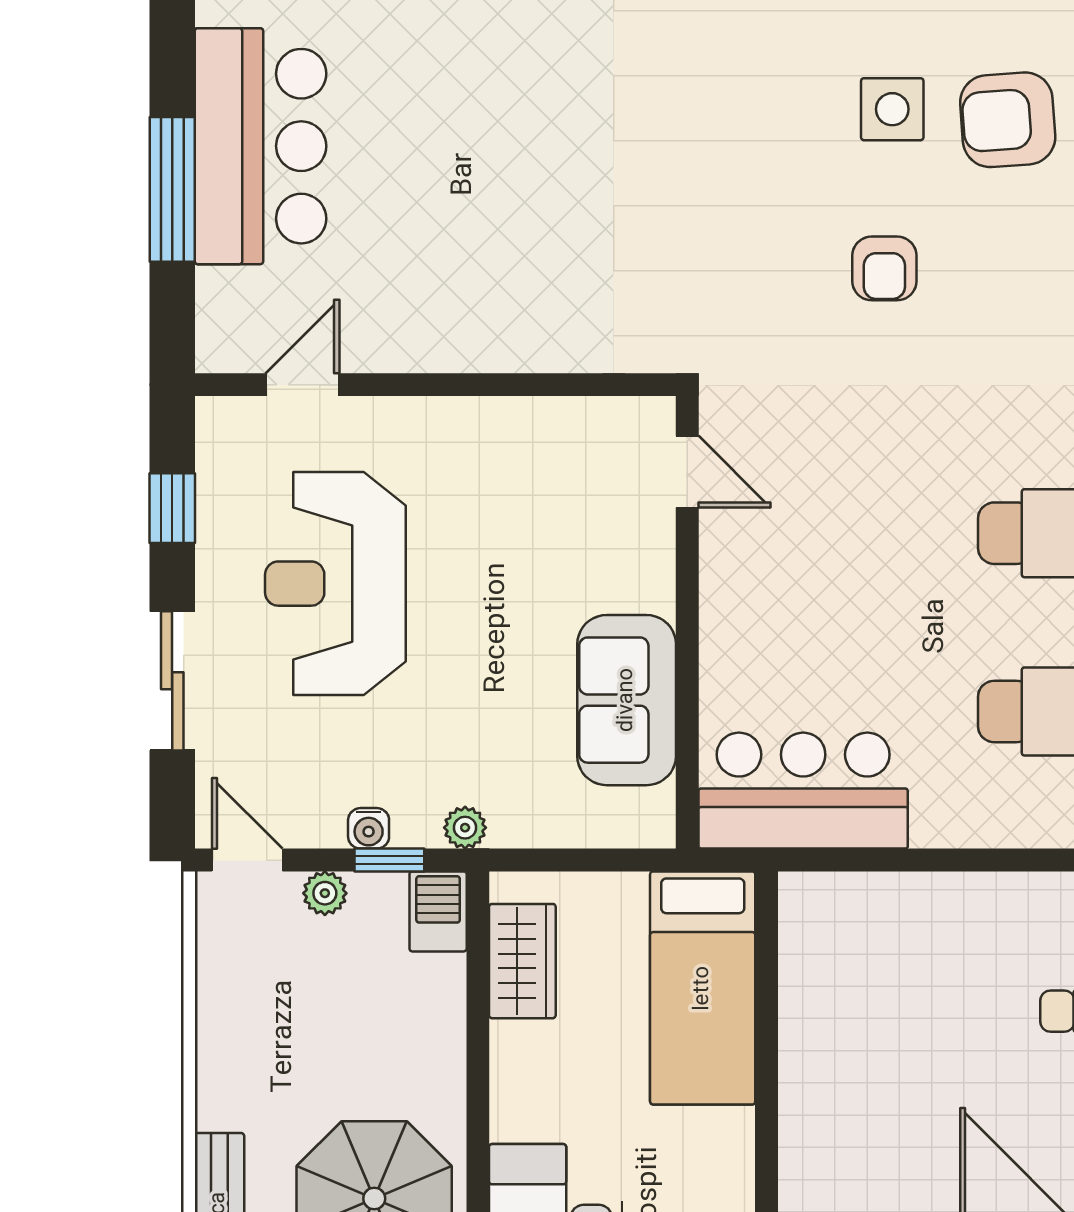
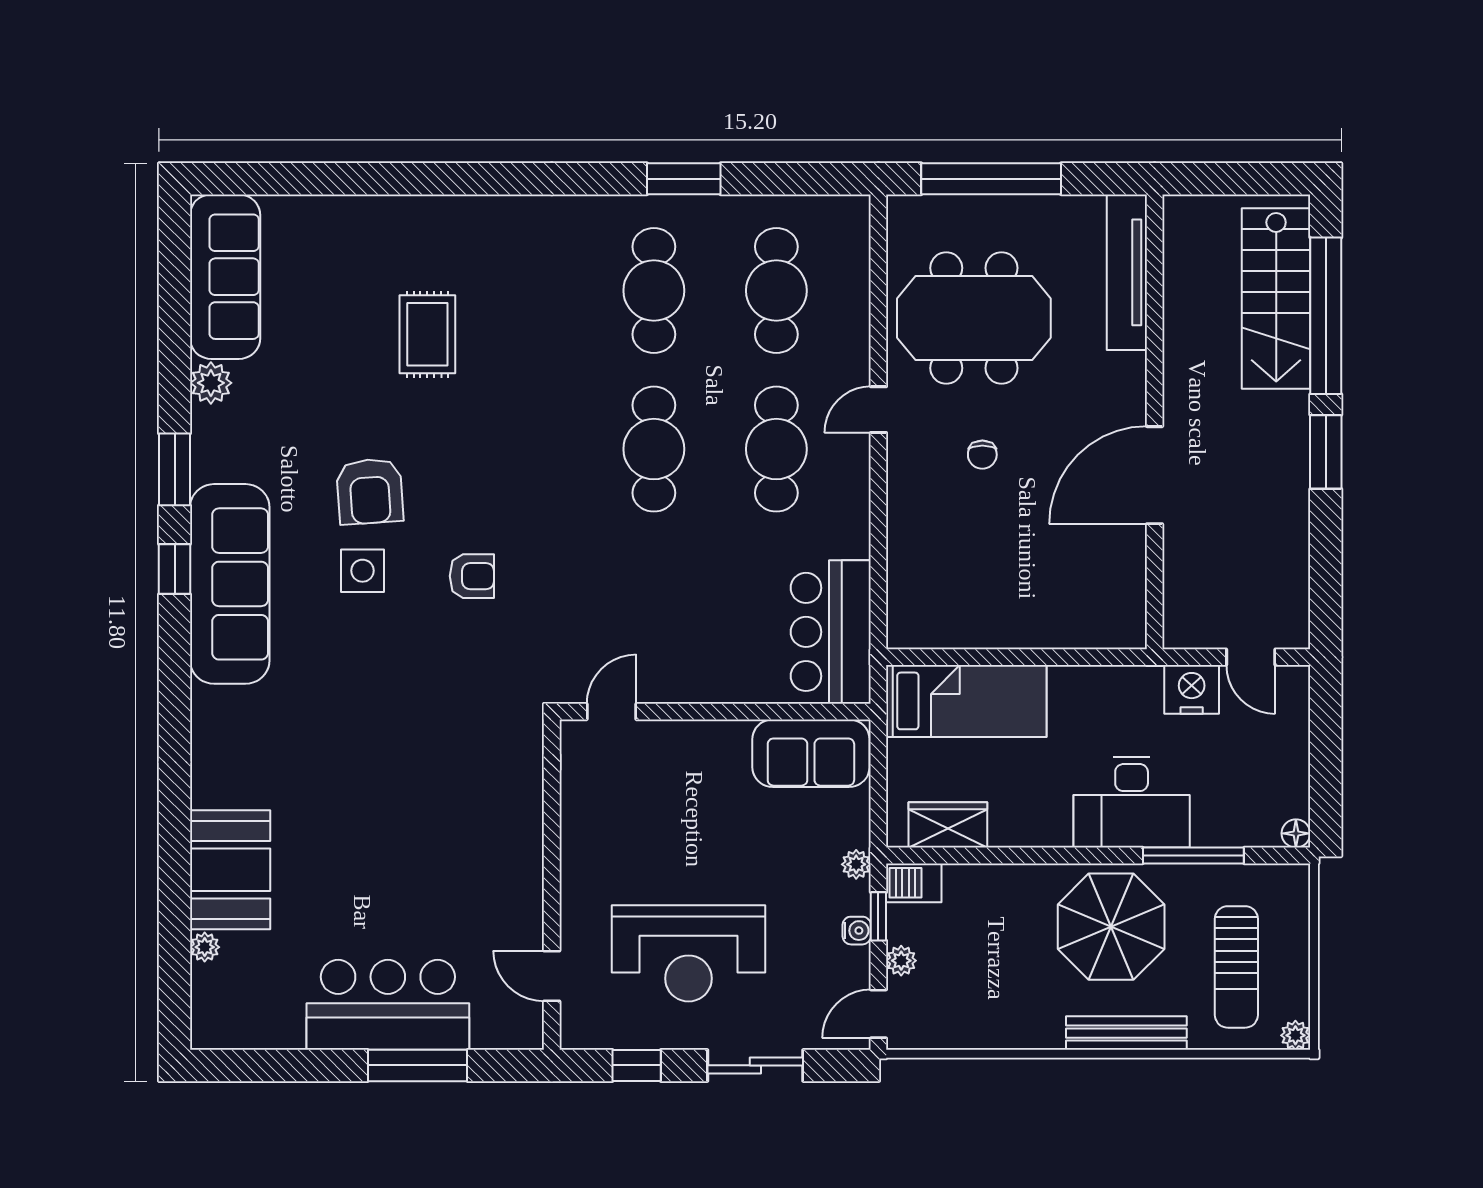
sofa: (627, 700) -> (811, 753), moved

